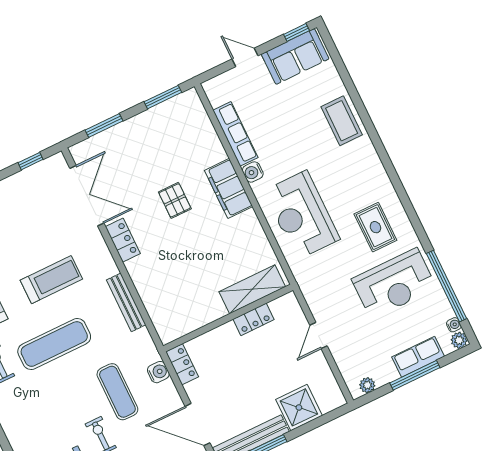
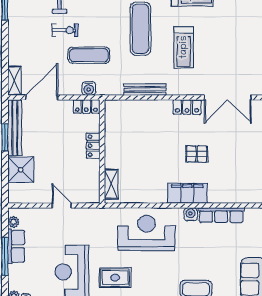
shelving: (252, 289) -> (111, 184), width x0.67, depth x0.75
locker: (253, 319) -> (93, 146), moved
row of seats: (418, 357) -> (16, 246), moved

